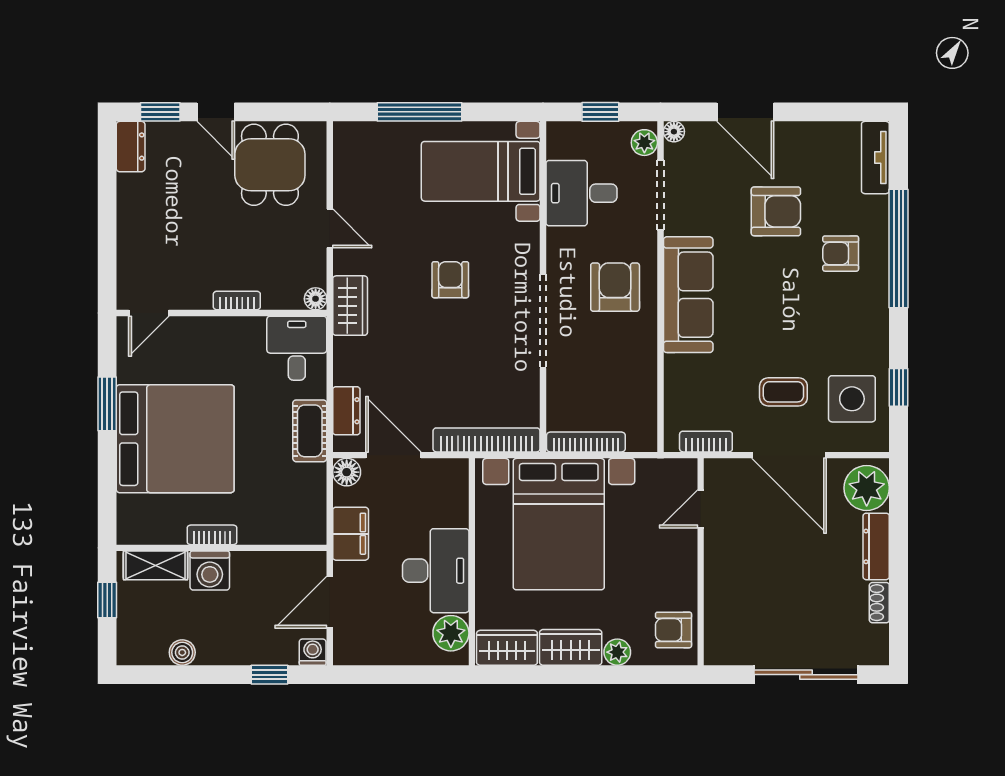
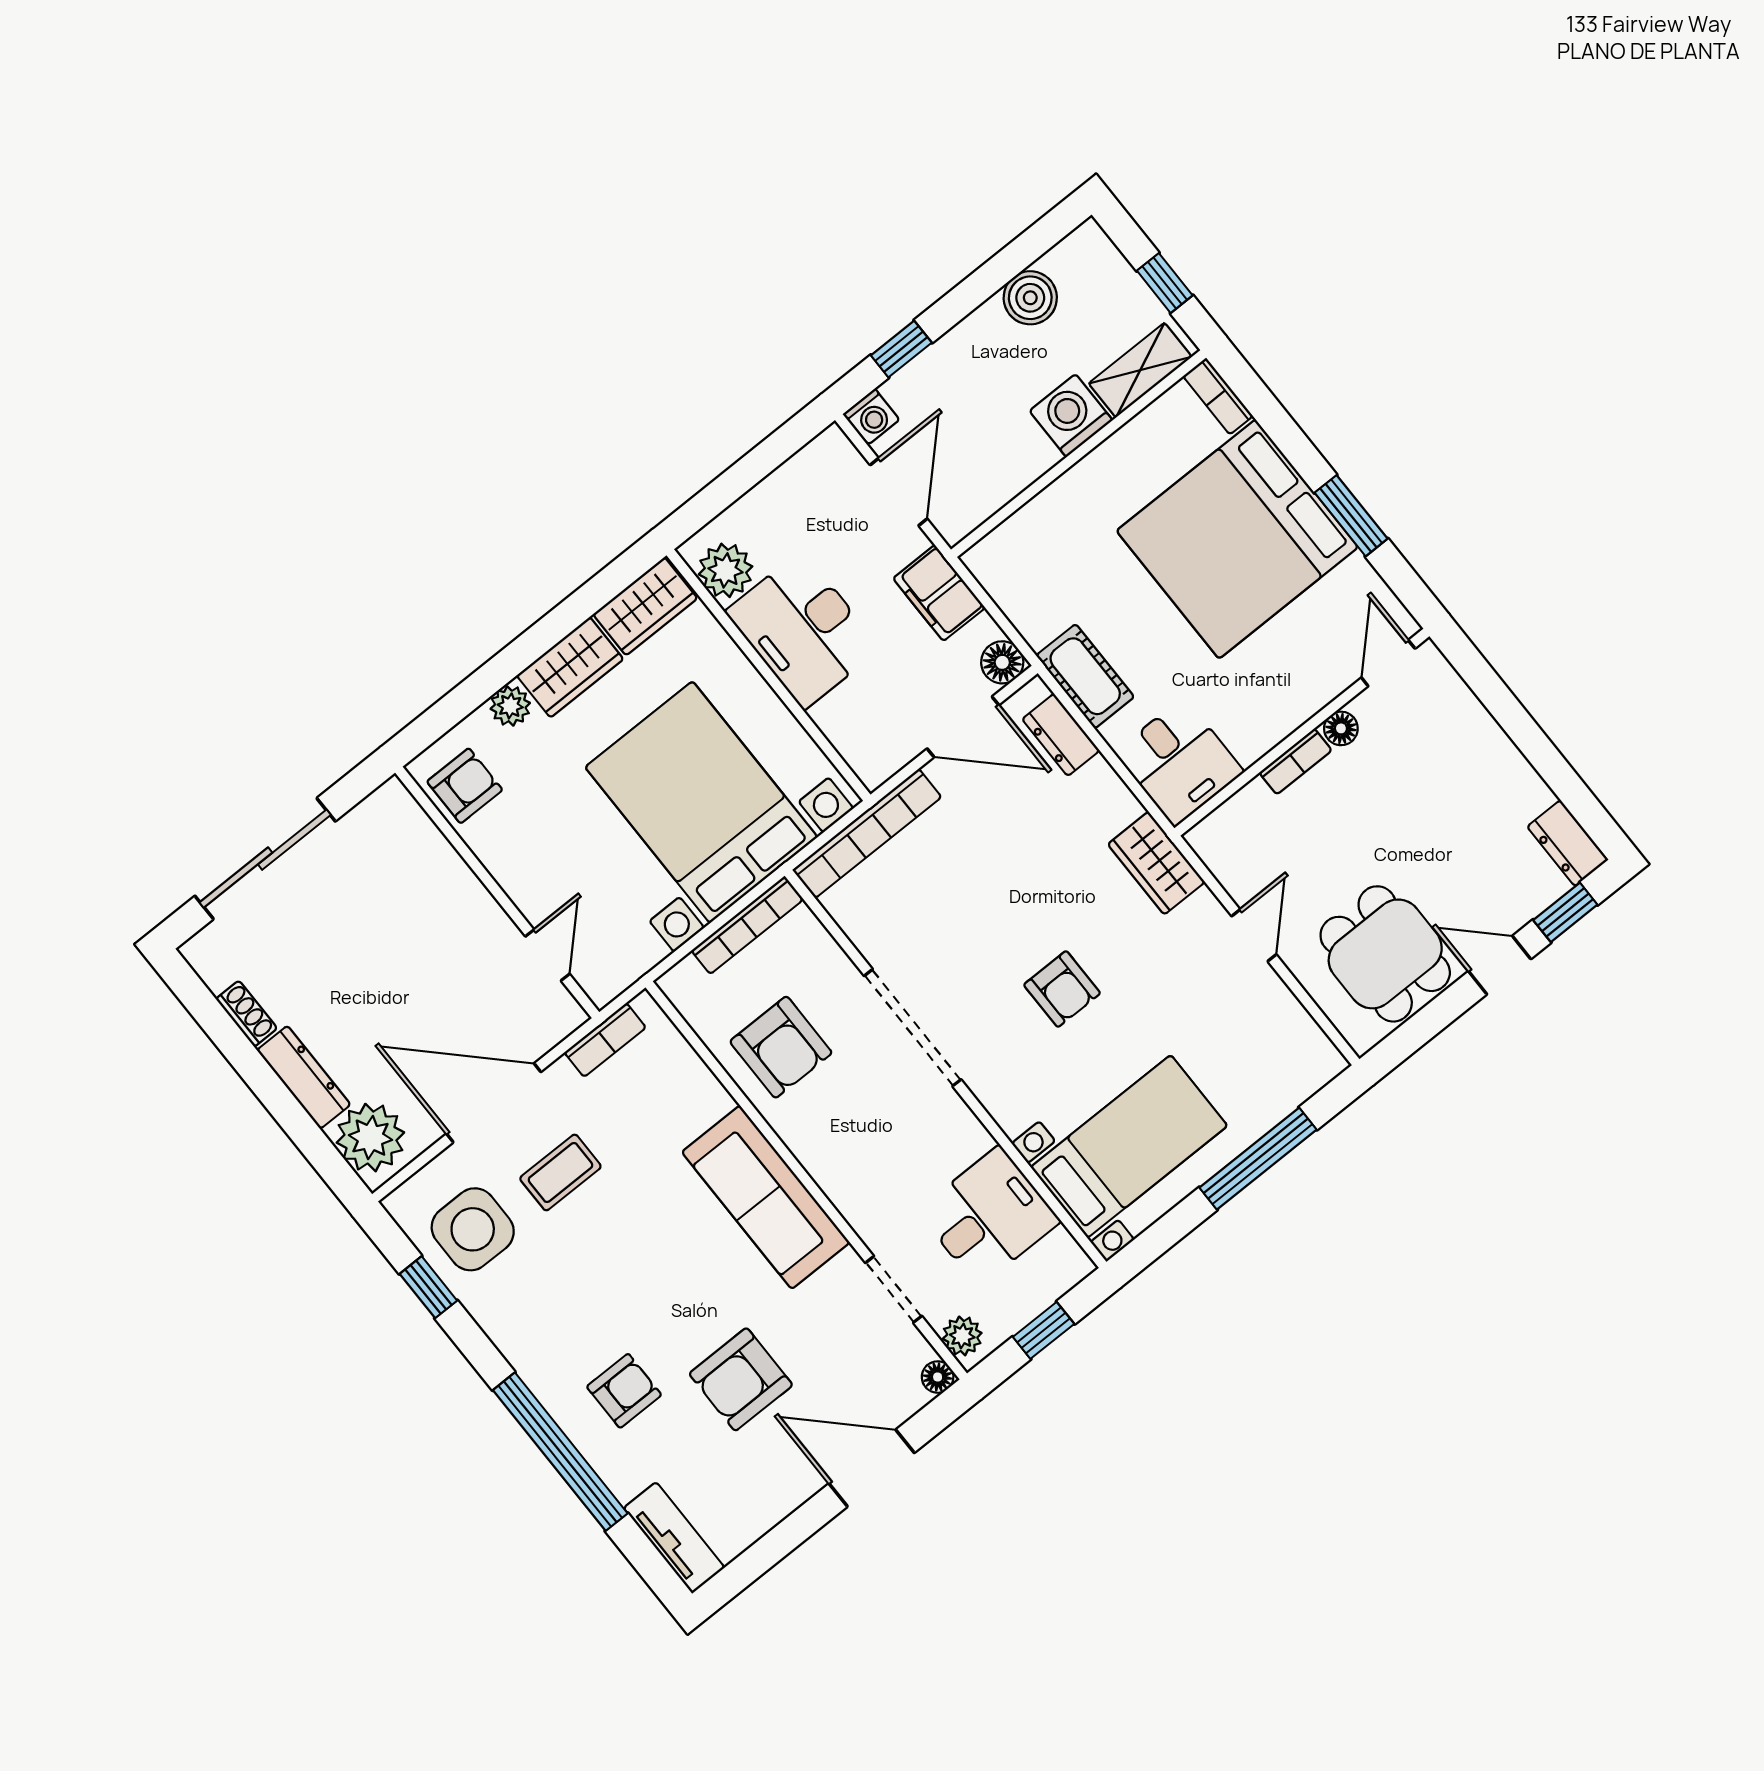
doorway: (660, 195) -> (894, 1289), width x0.73
door: (330, 228) -> (1254, 935), swing flipped
armchair: (615, 287) -> (781, 1047), moved
floor lamp: (316, 299) -> (1341, 728), moved
bookcase: (212, 535) -> (1218, 396), moved, turned 90
boiler: (182, 652) -> (1030, 298), width x1.36, depth x1.36

